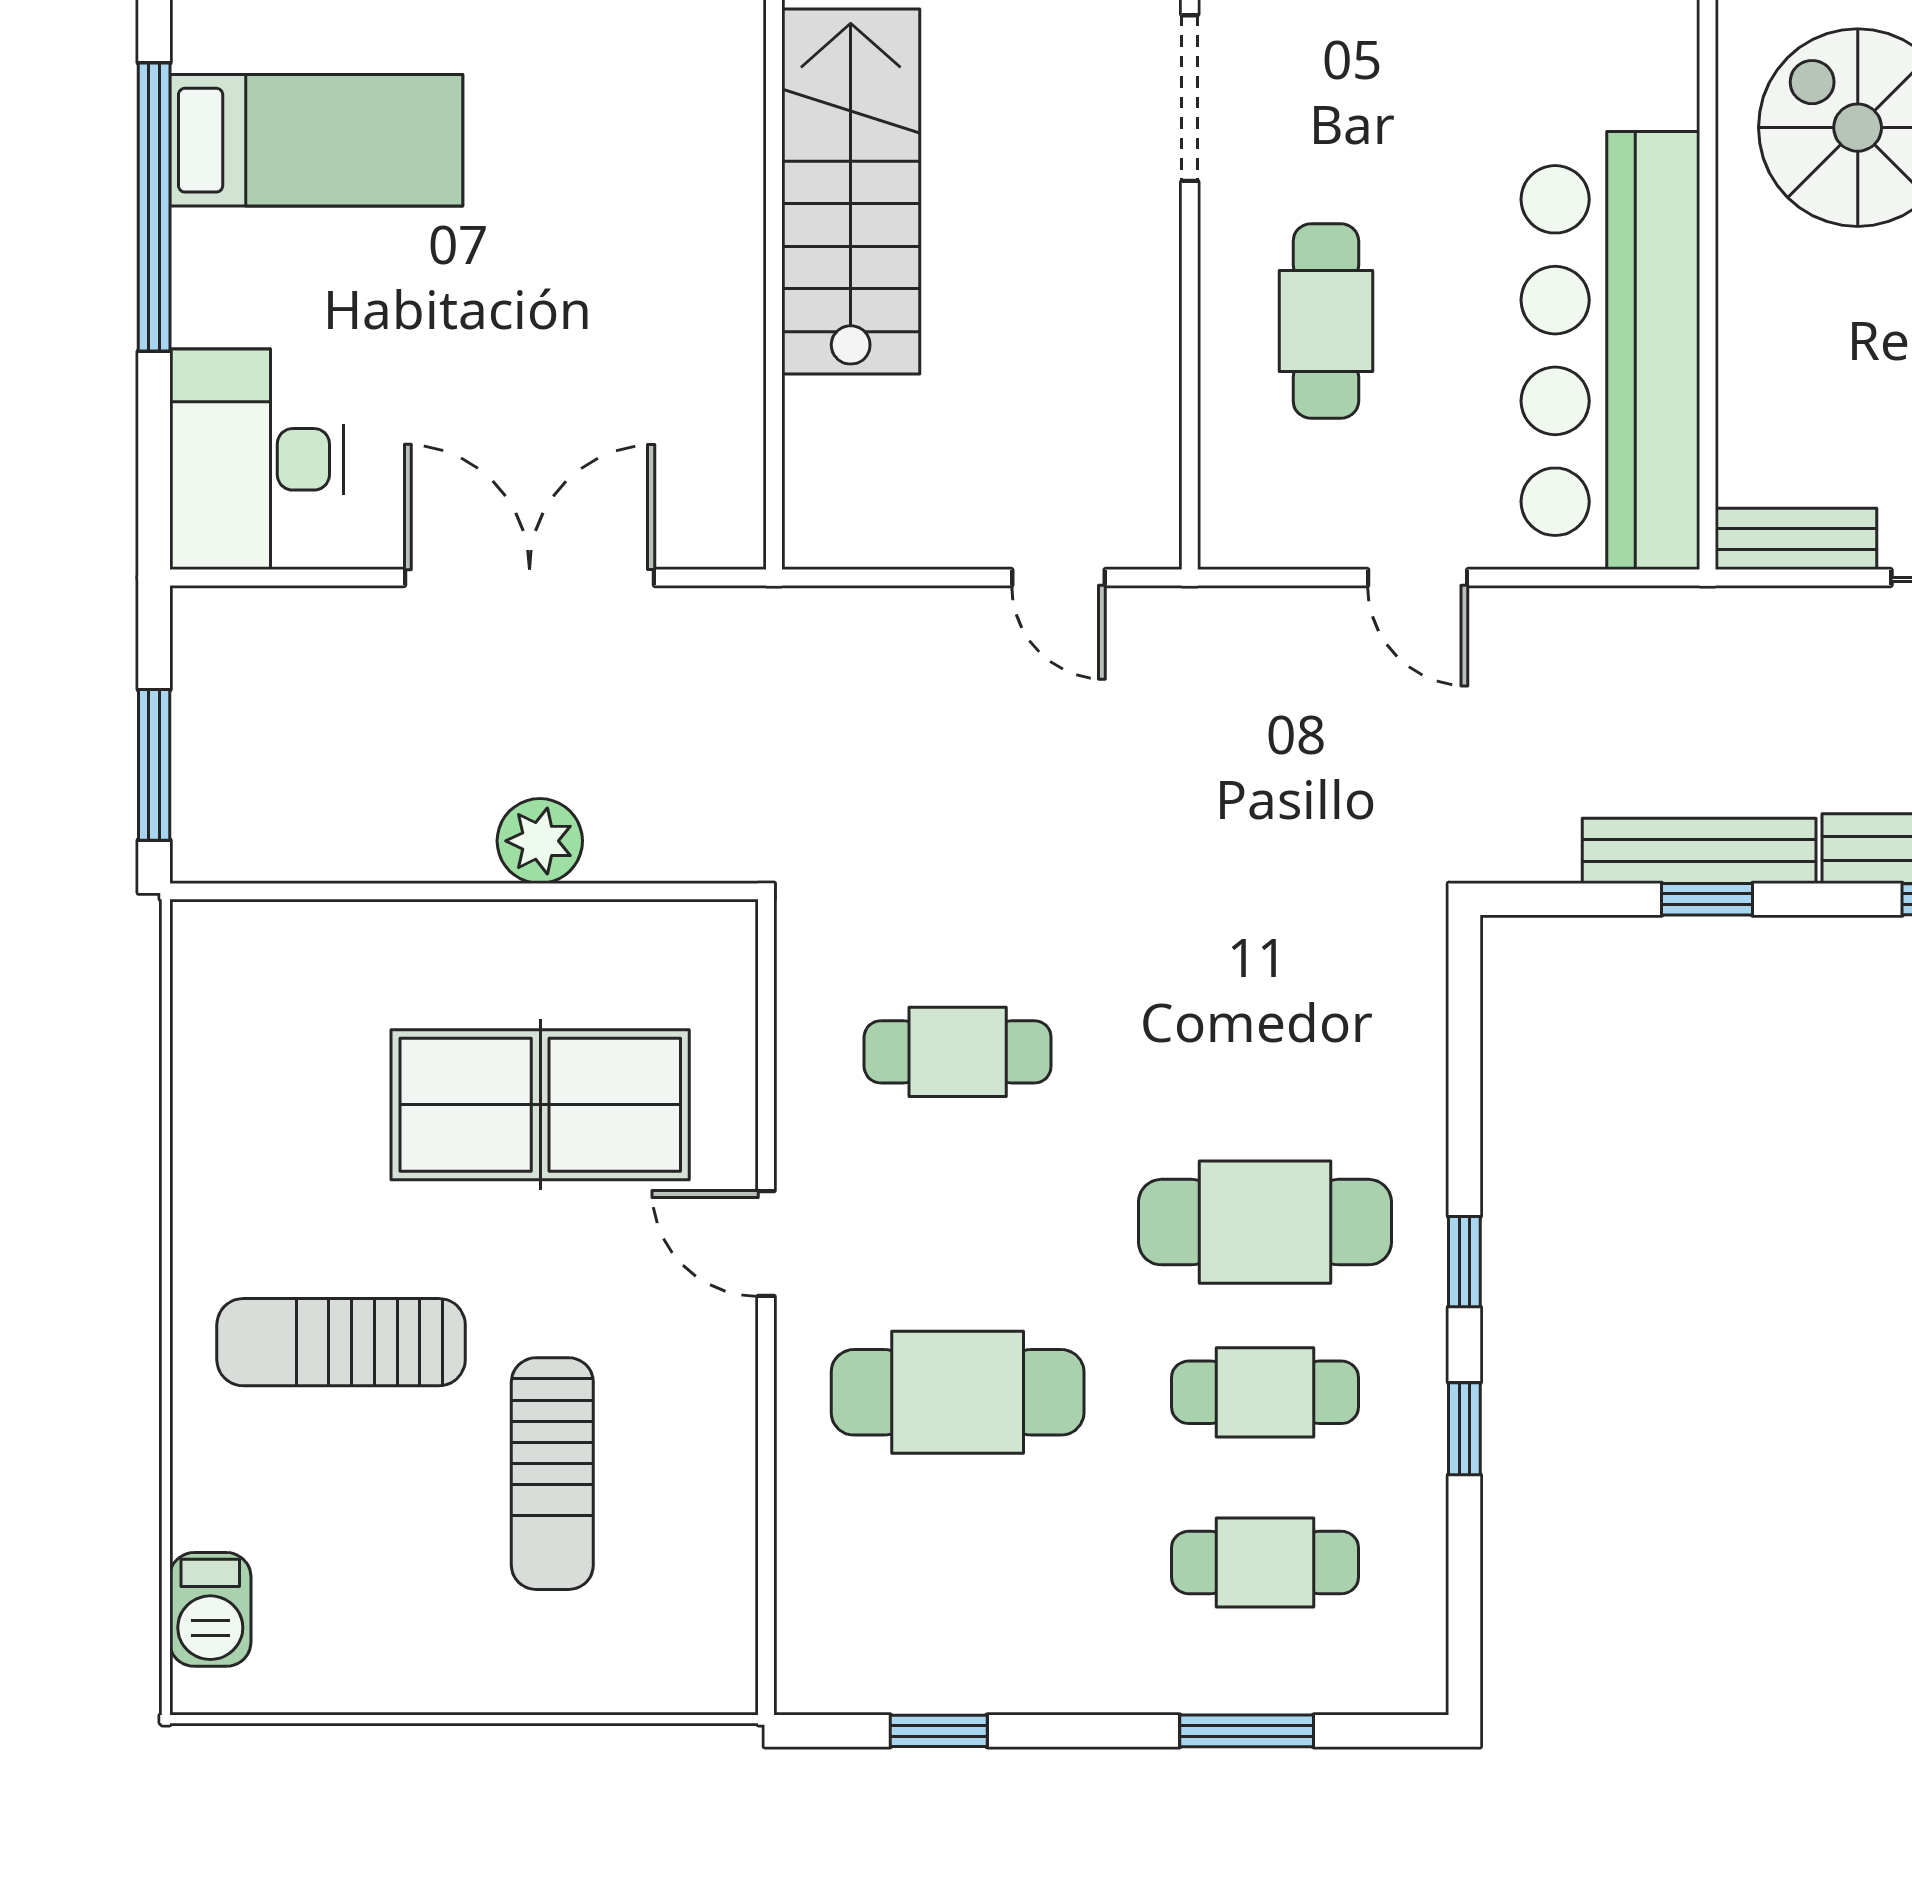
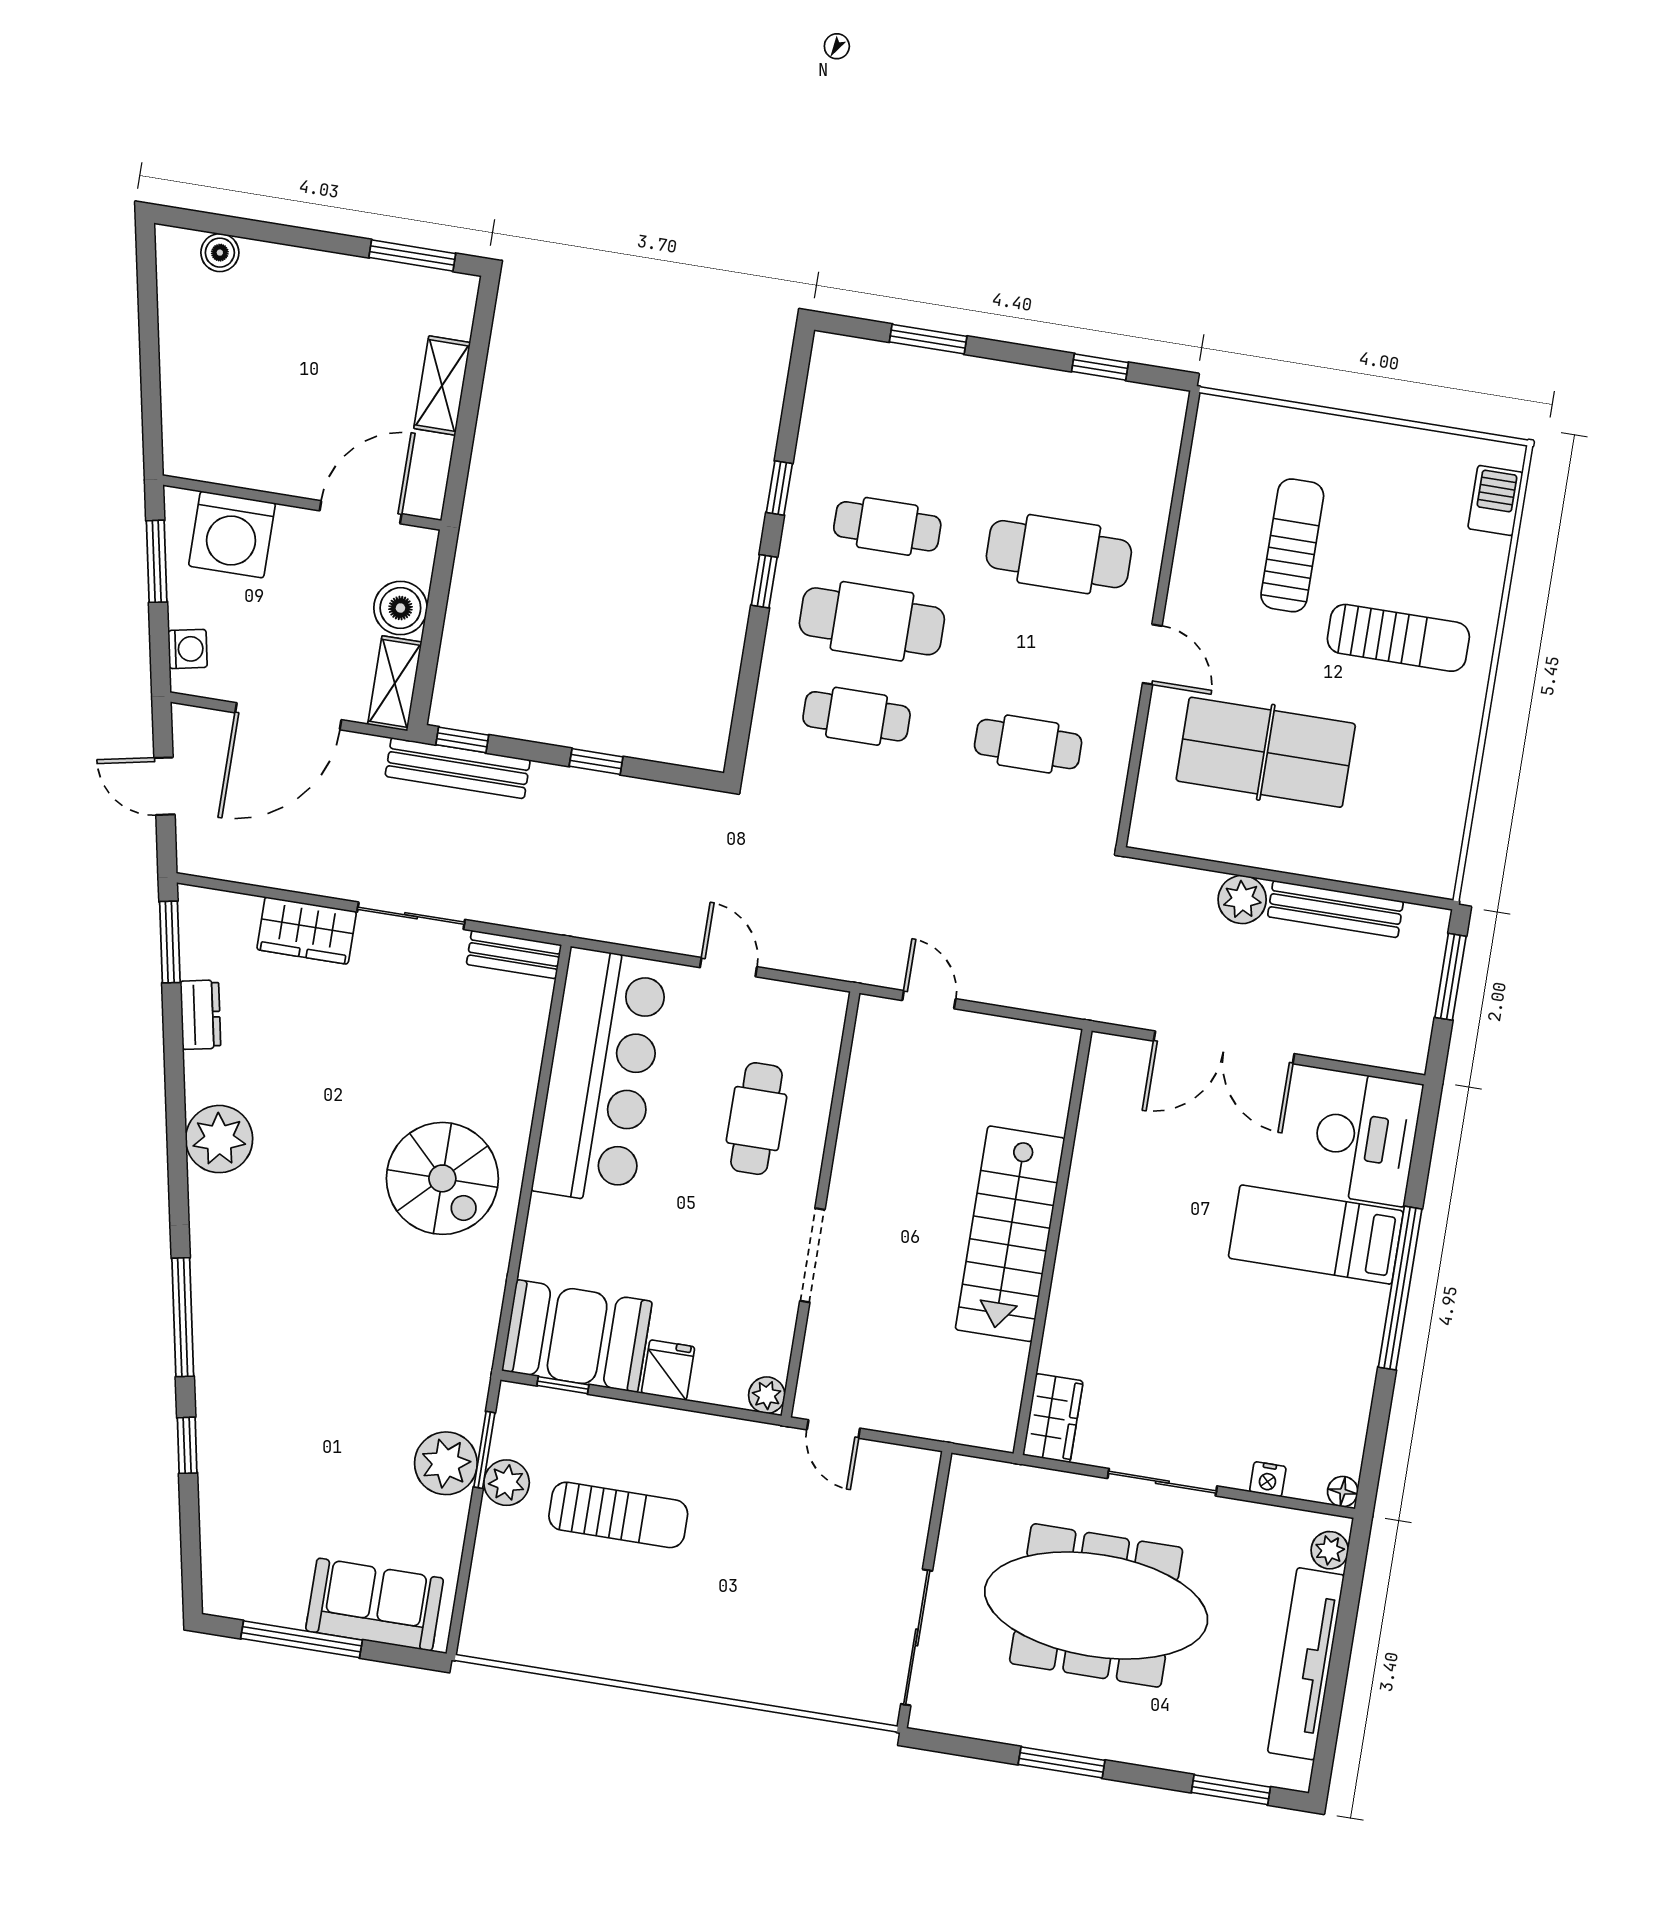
bed: (316, 140) -> (1316, 1235), moved
bench: (1699, 851) -> (1335, 909), moved
cafe table: (1265, 1562) -> (857, 716), moved

